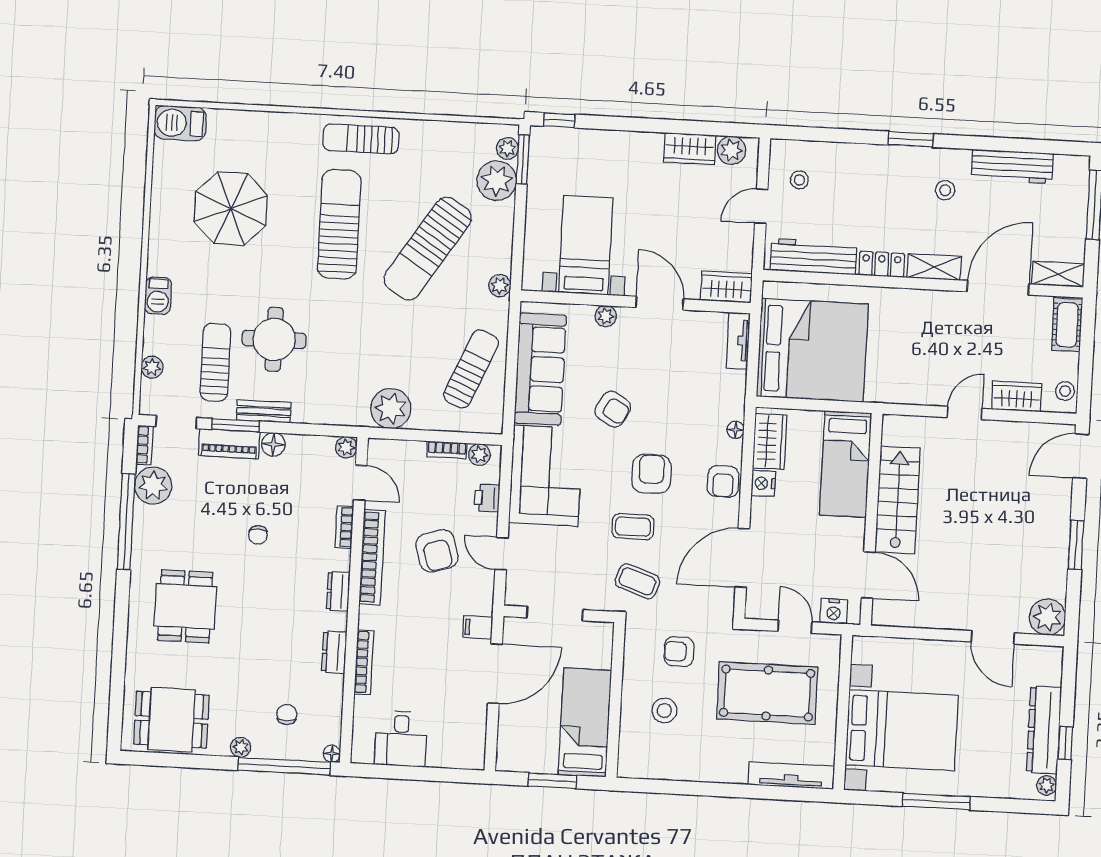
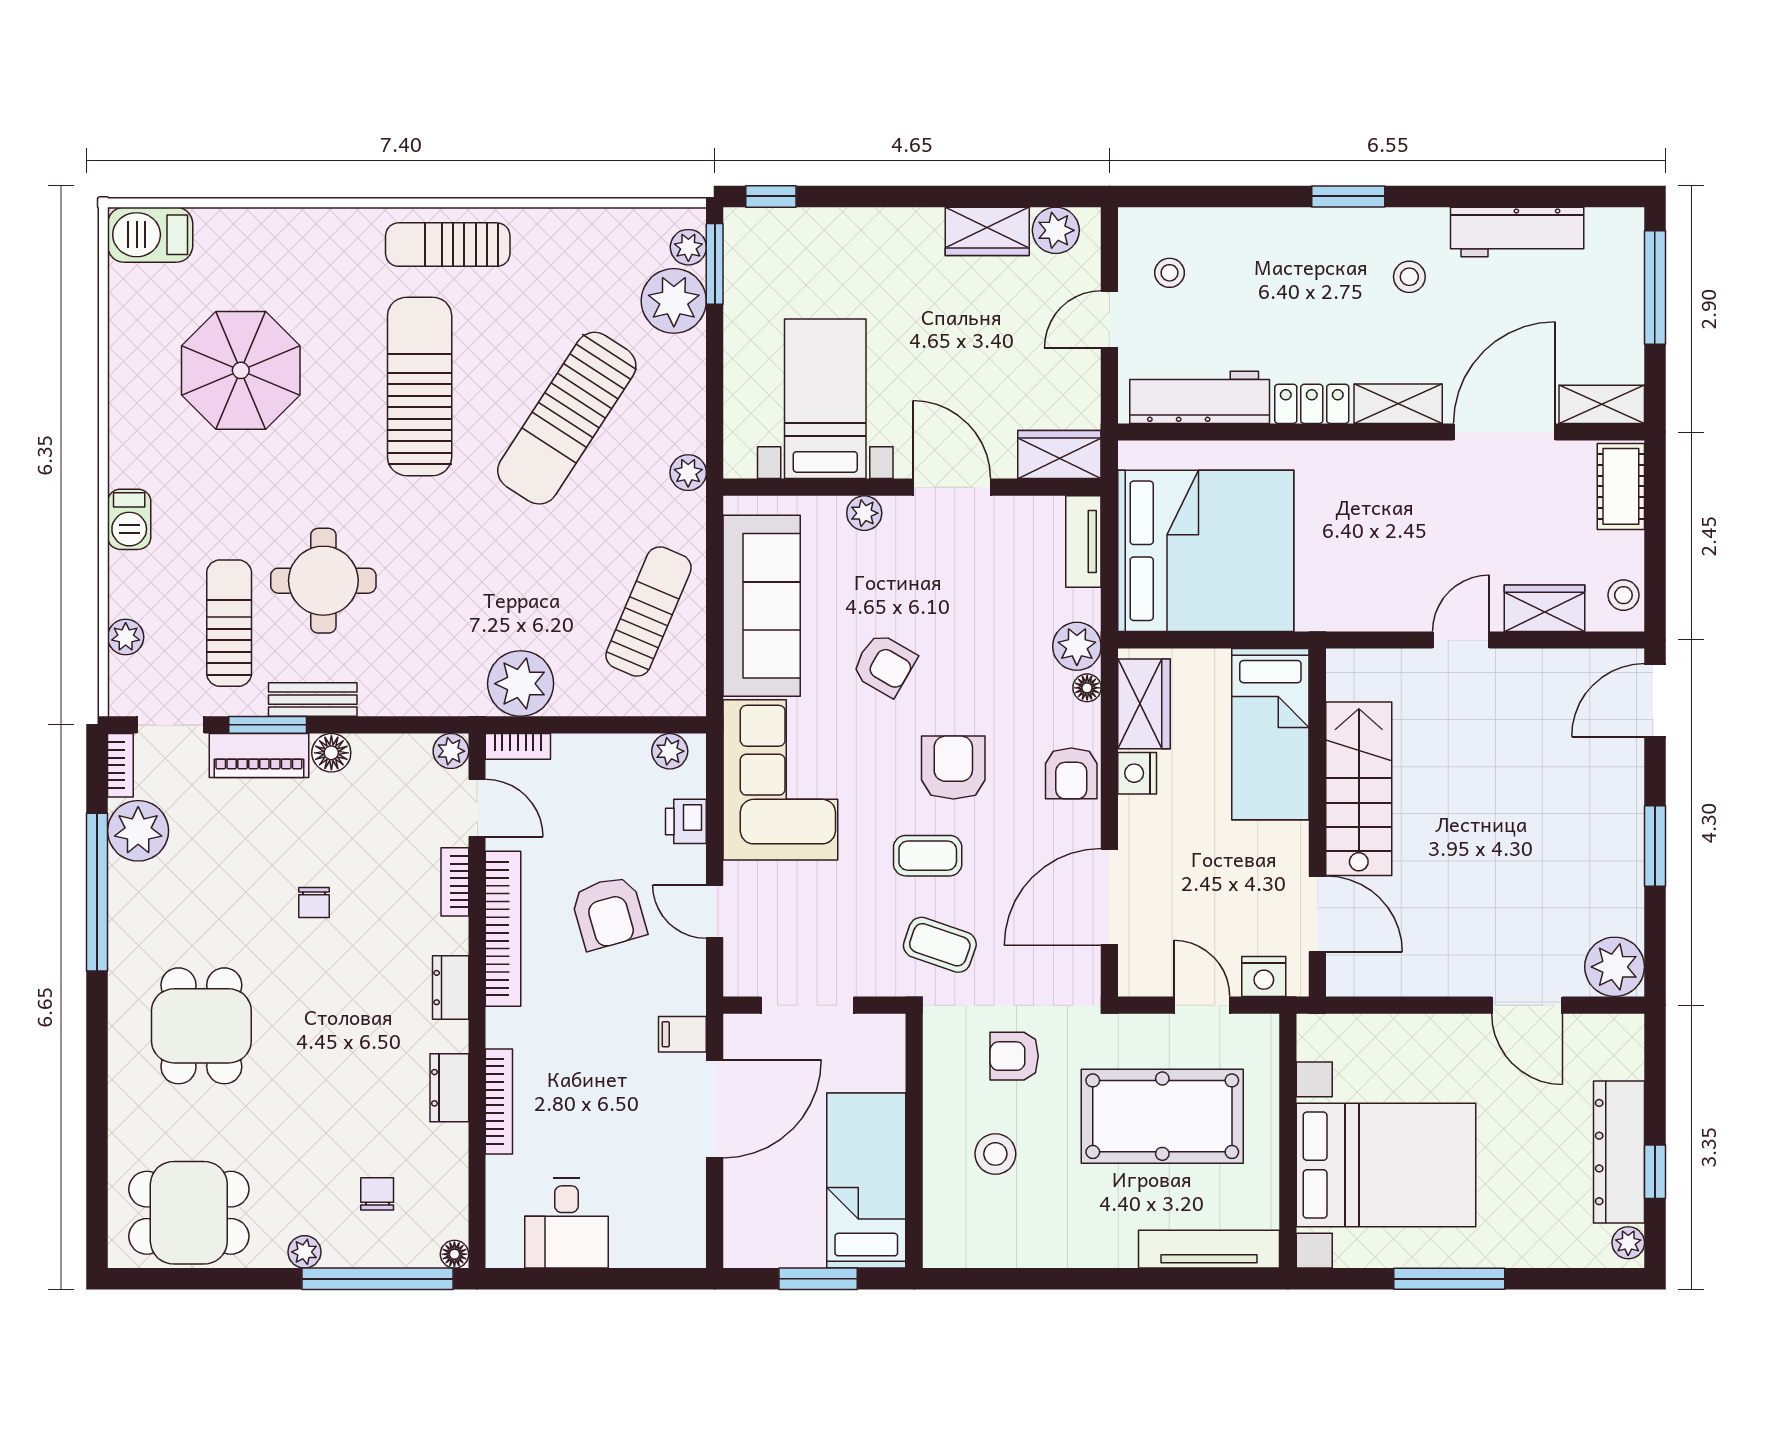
plant: (731, 404) -> (1077, 646), added
bookcase: (447, 450) -> (518, 746), moved

